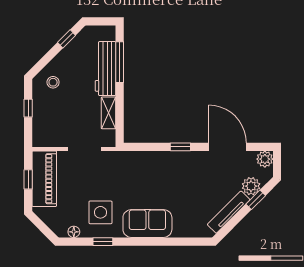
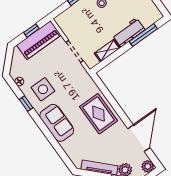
workbench: (106, 69) -> (129, 32), width x0.73
window: (180, 147) -> (118, 109), removed
rug: (170, 171) -> (99, 114), added

